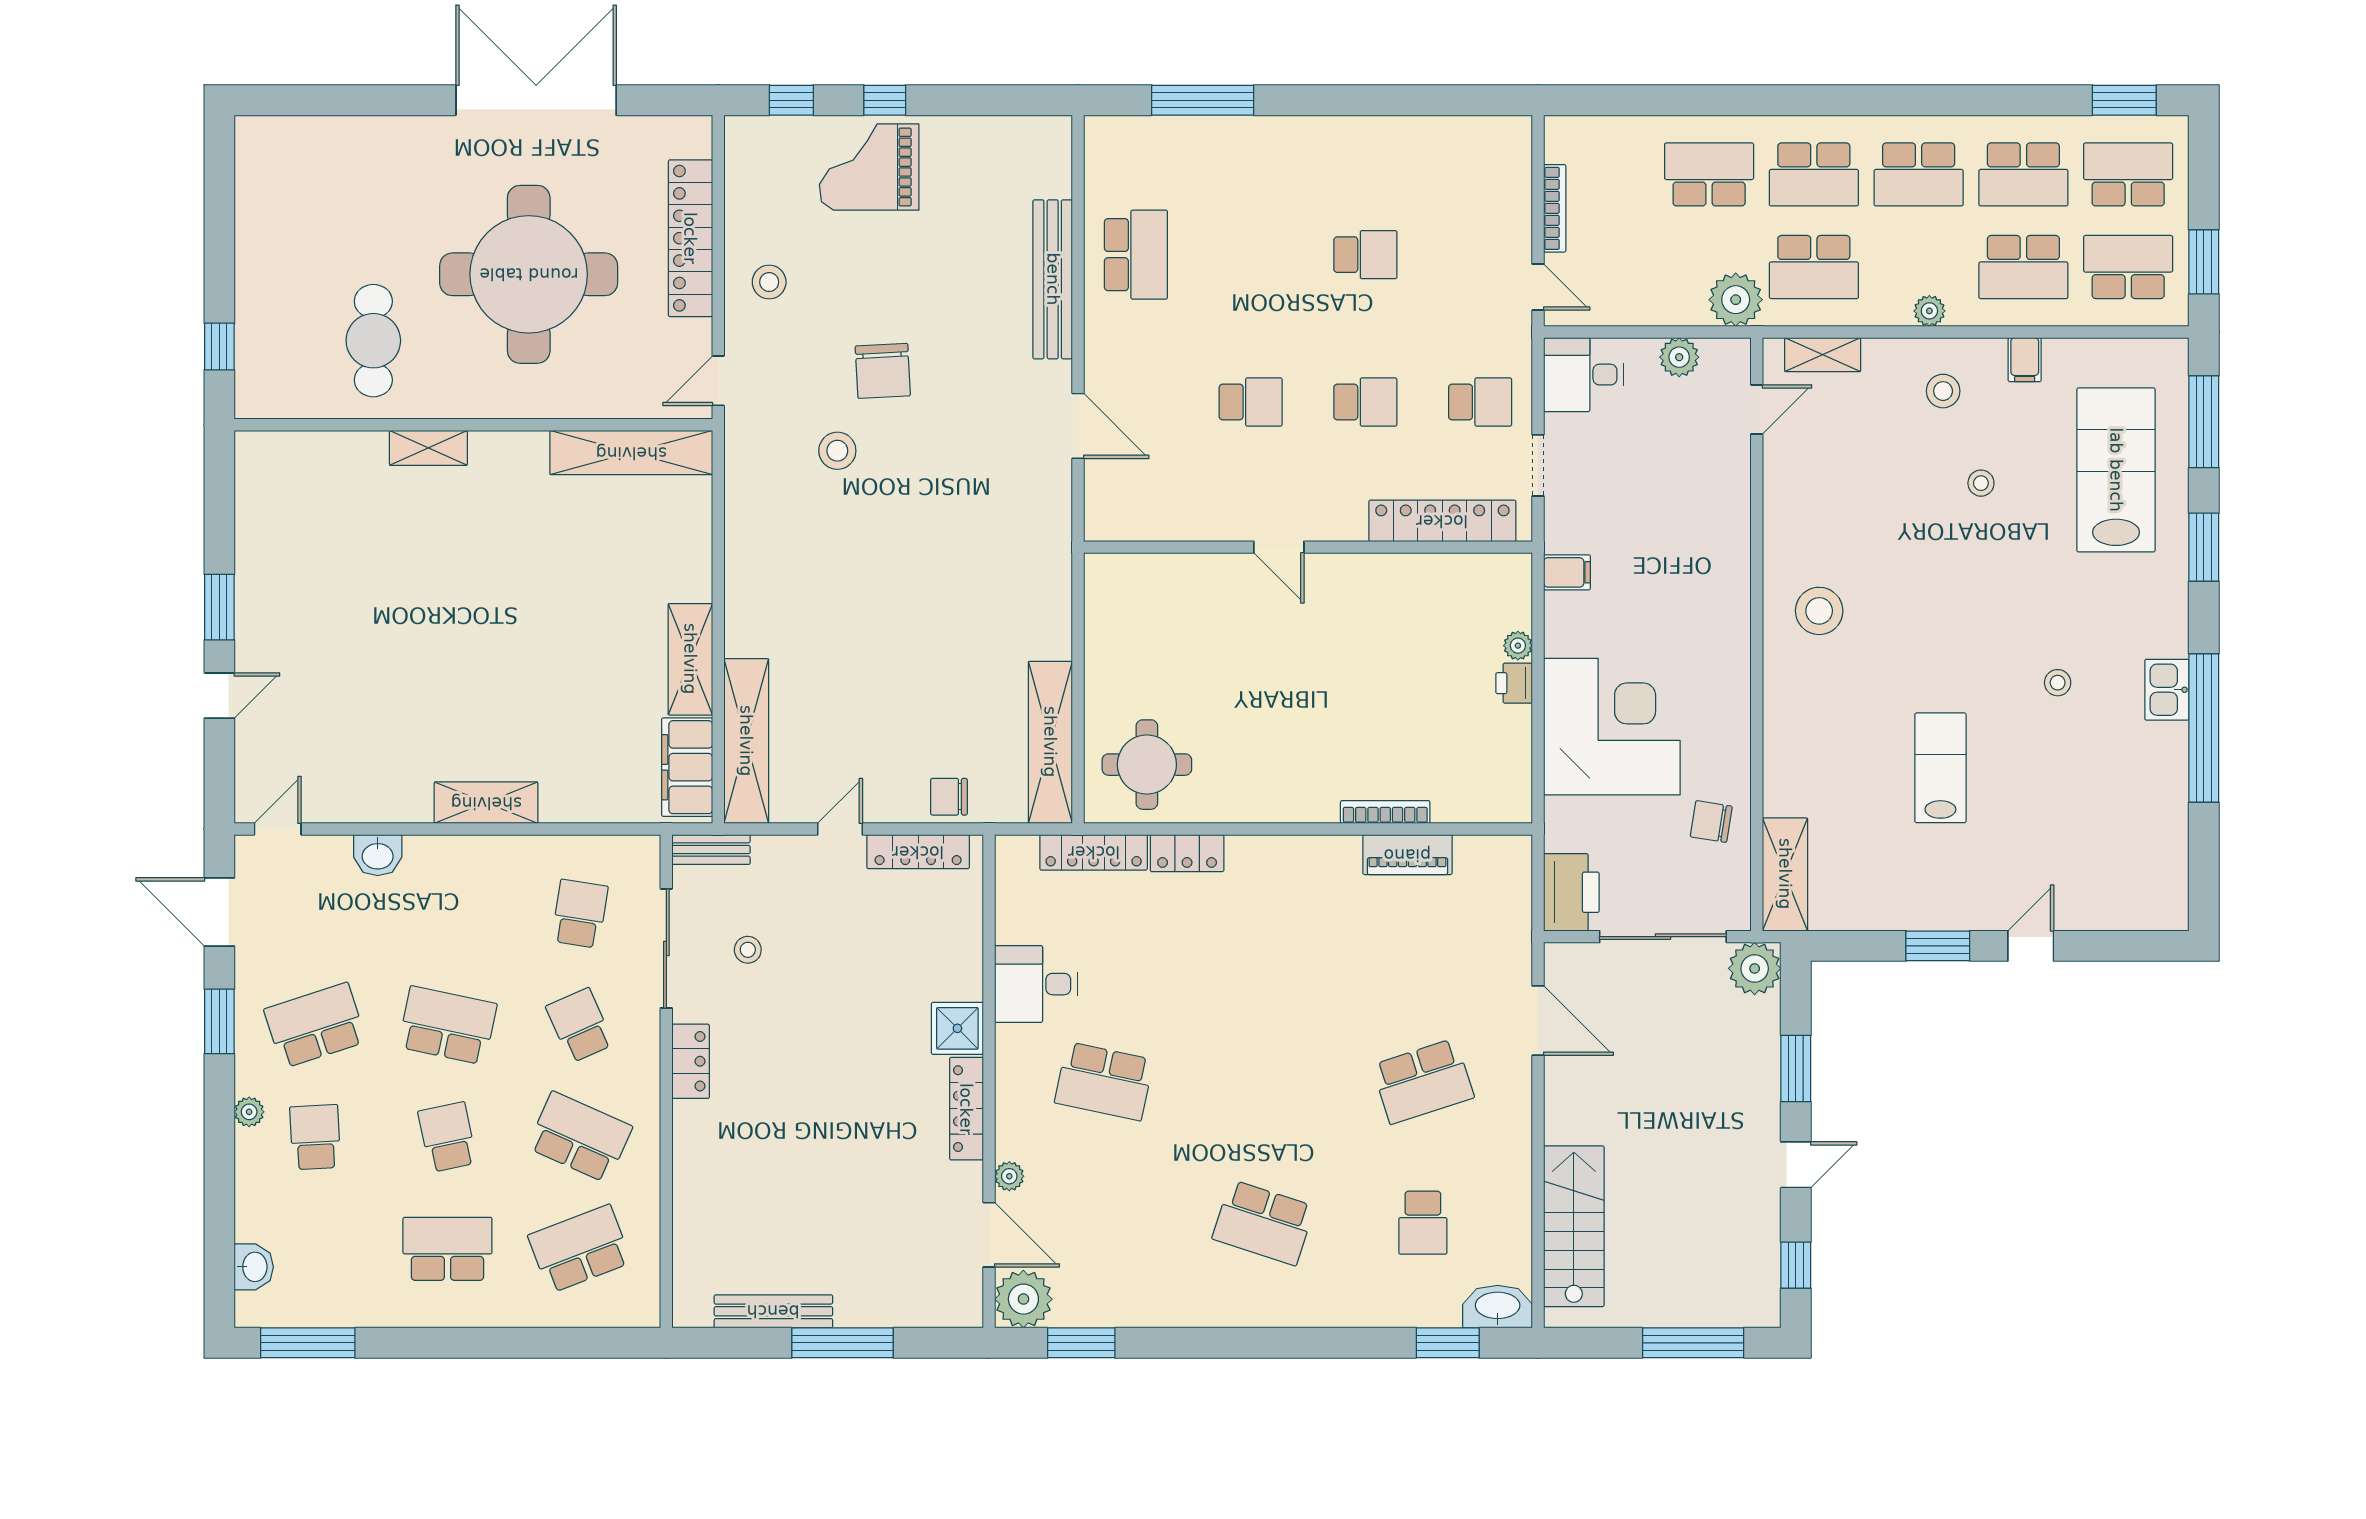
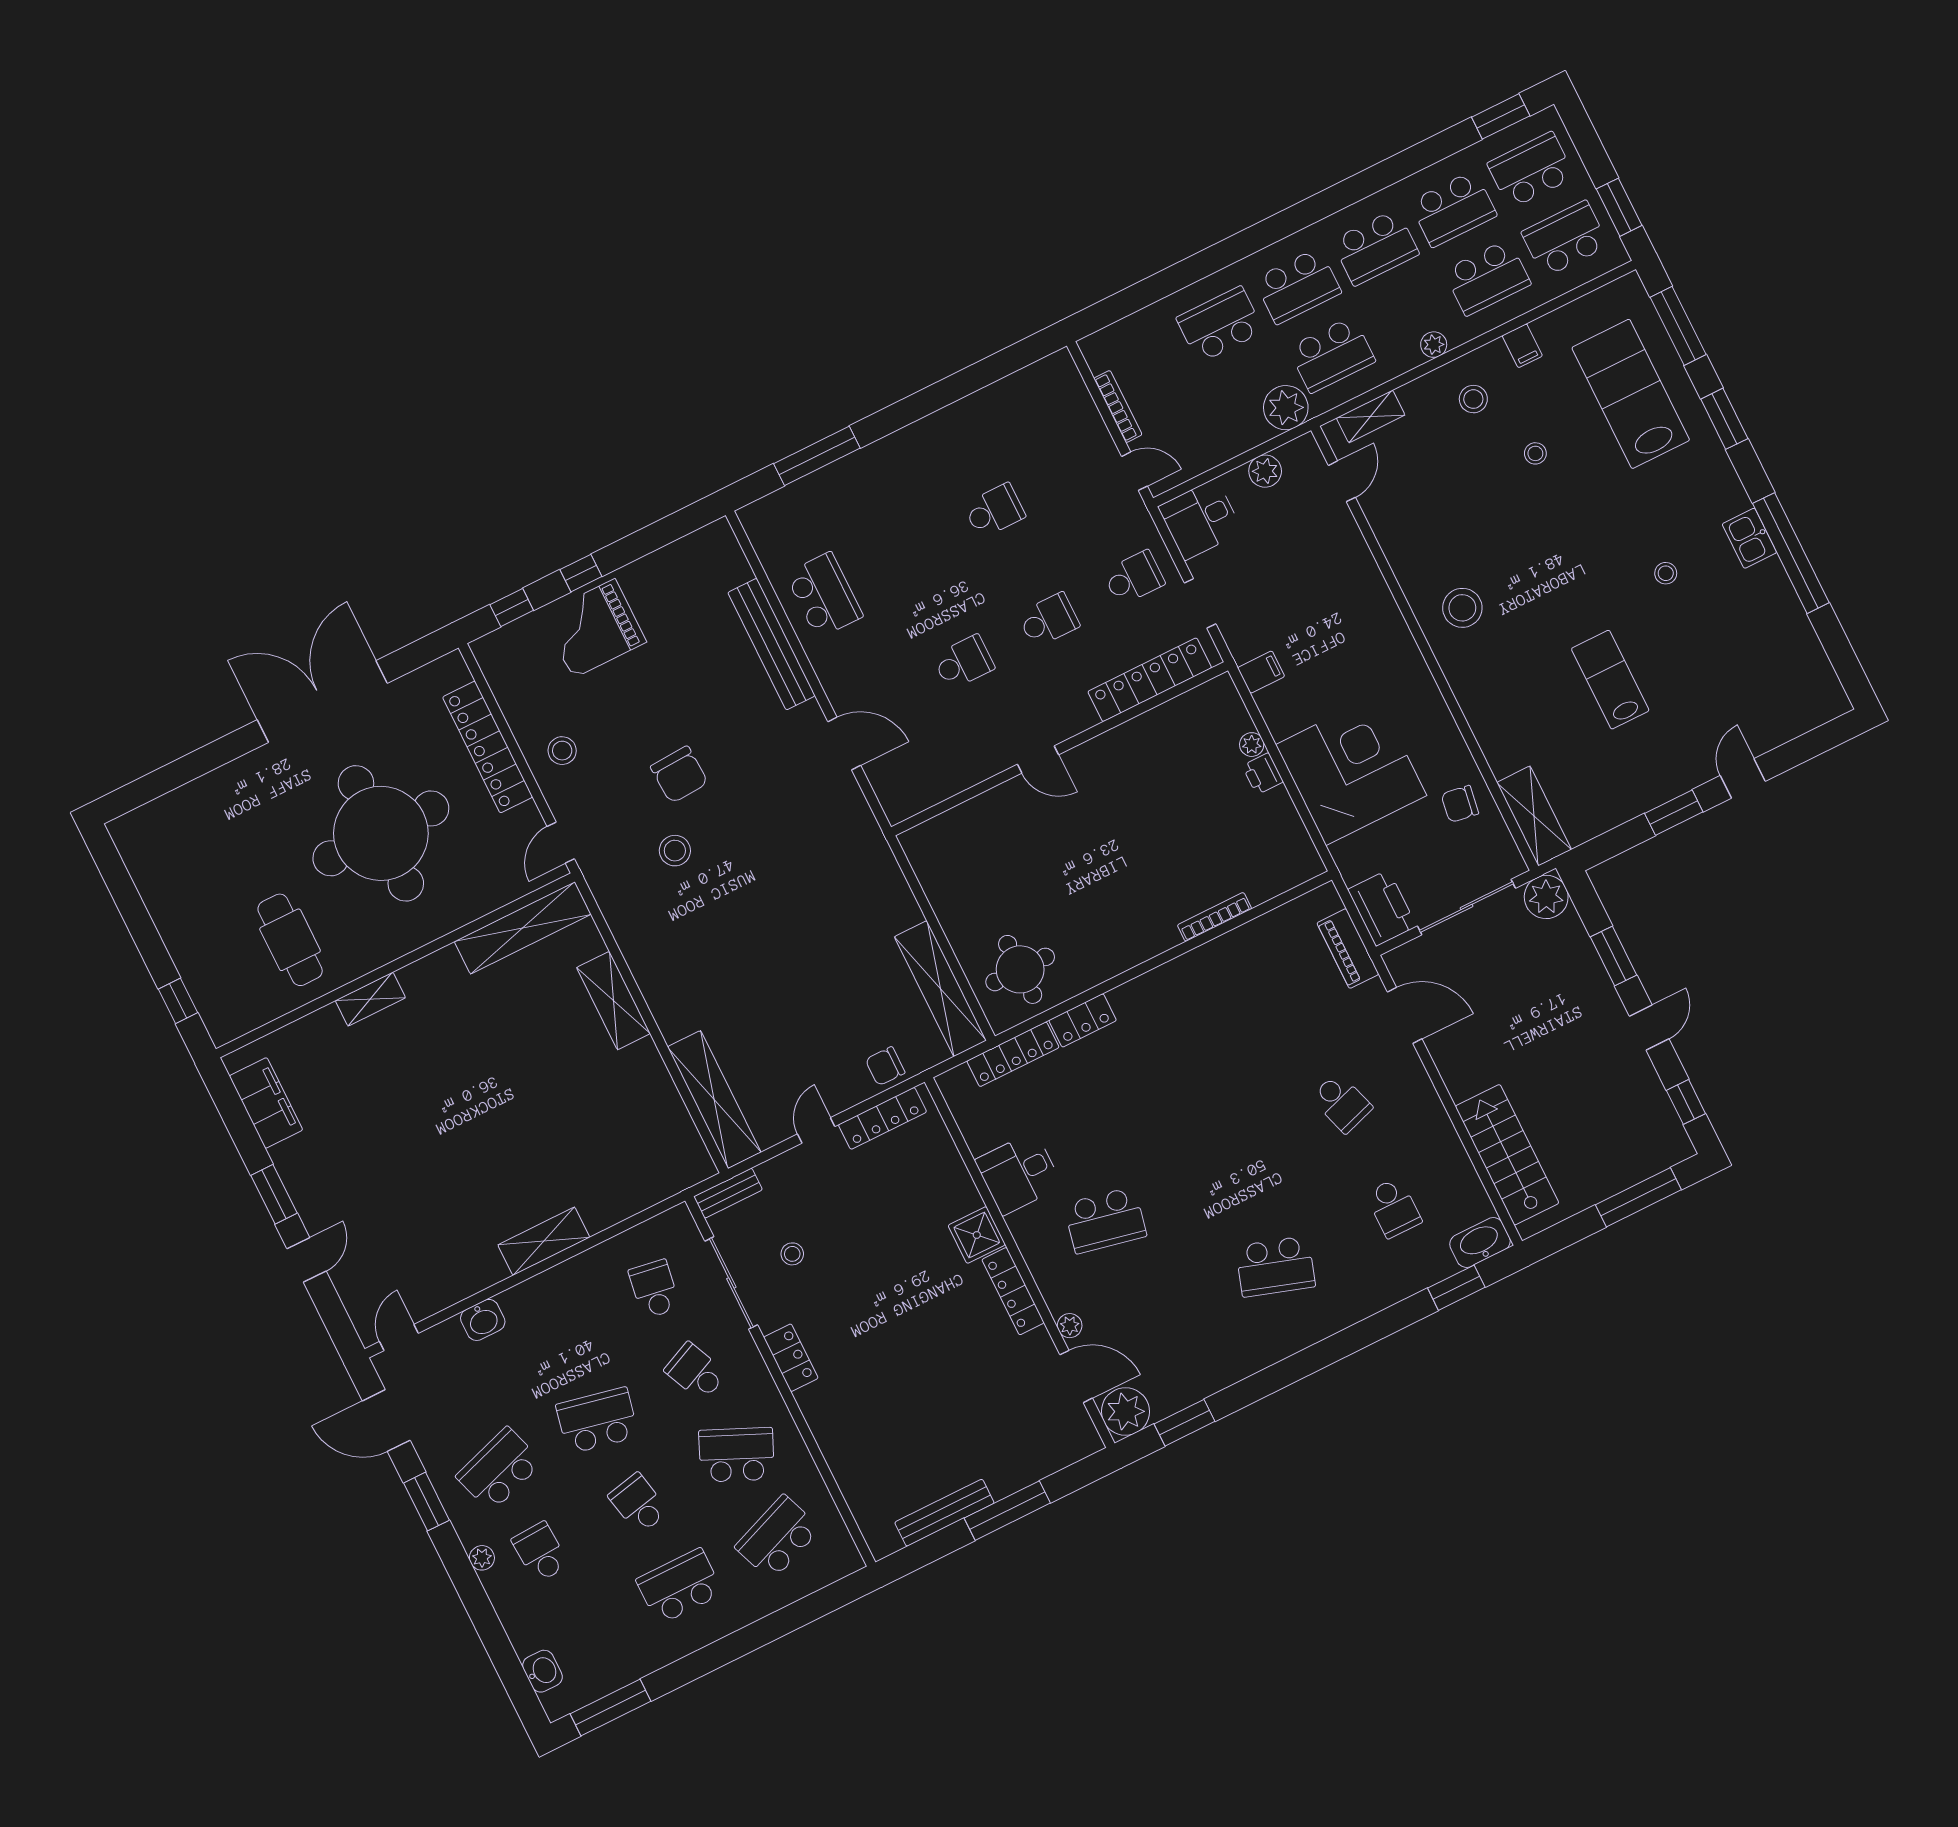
shelving: (690, 659) -> (613, 1001), moved
filing cabinet: (687, 767) -> (266, 1103), moved, turned 180
piano: (1407, 855) -> (1348, 949), moved, turned 90
school desk: (1423, 1081) -> (1342, 1103), width x0.54

